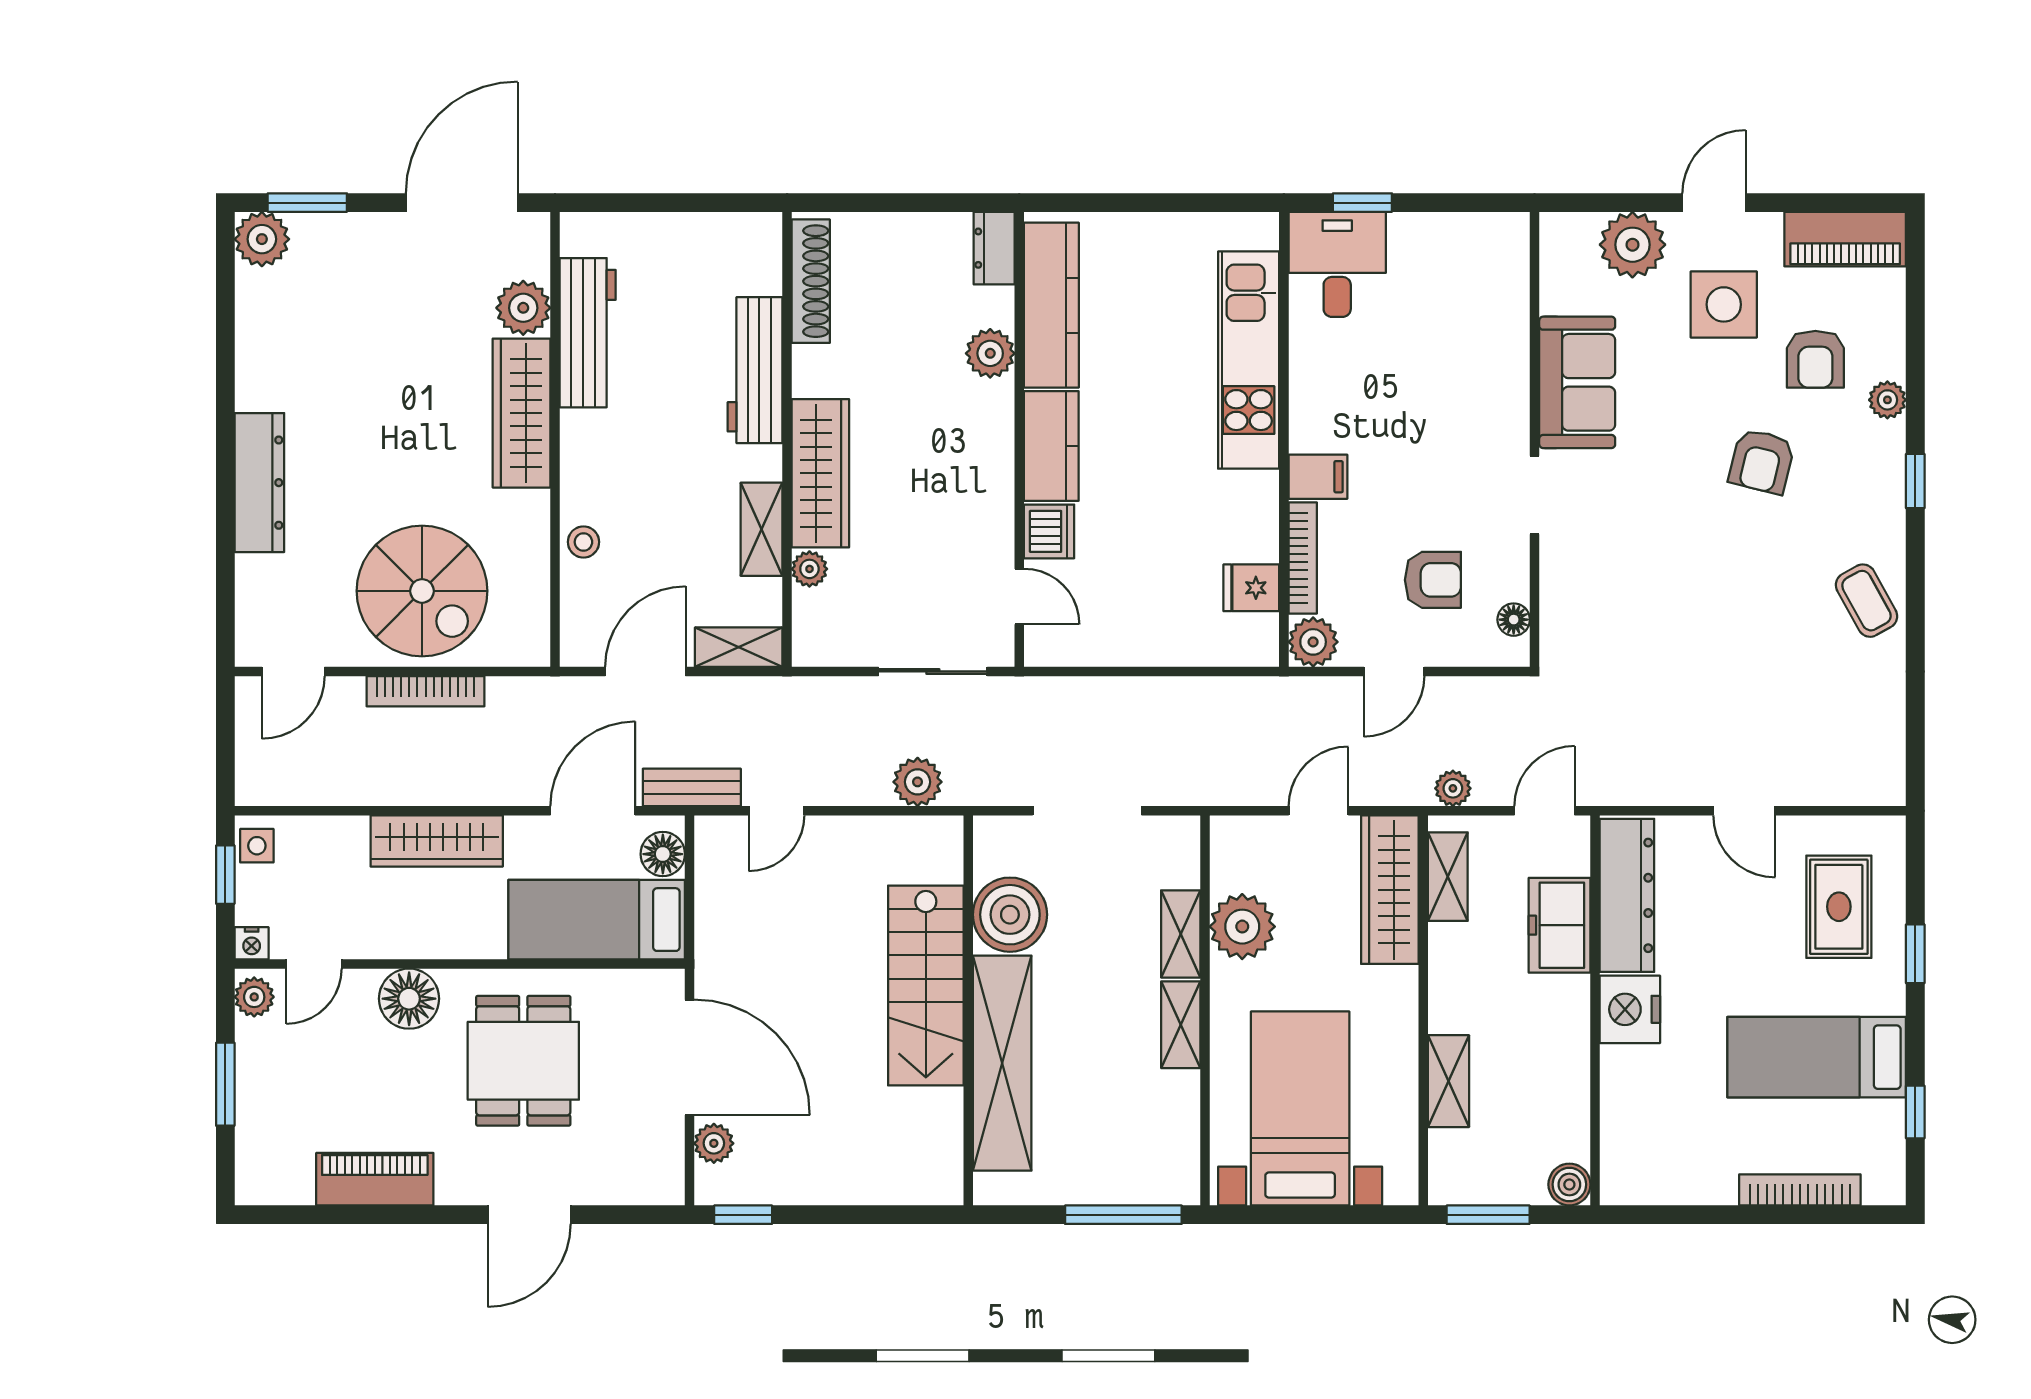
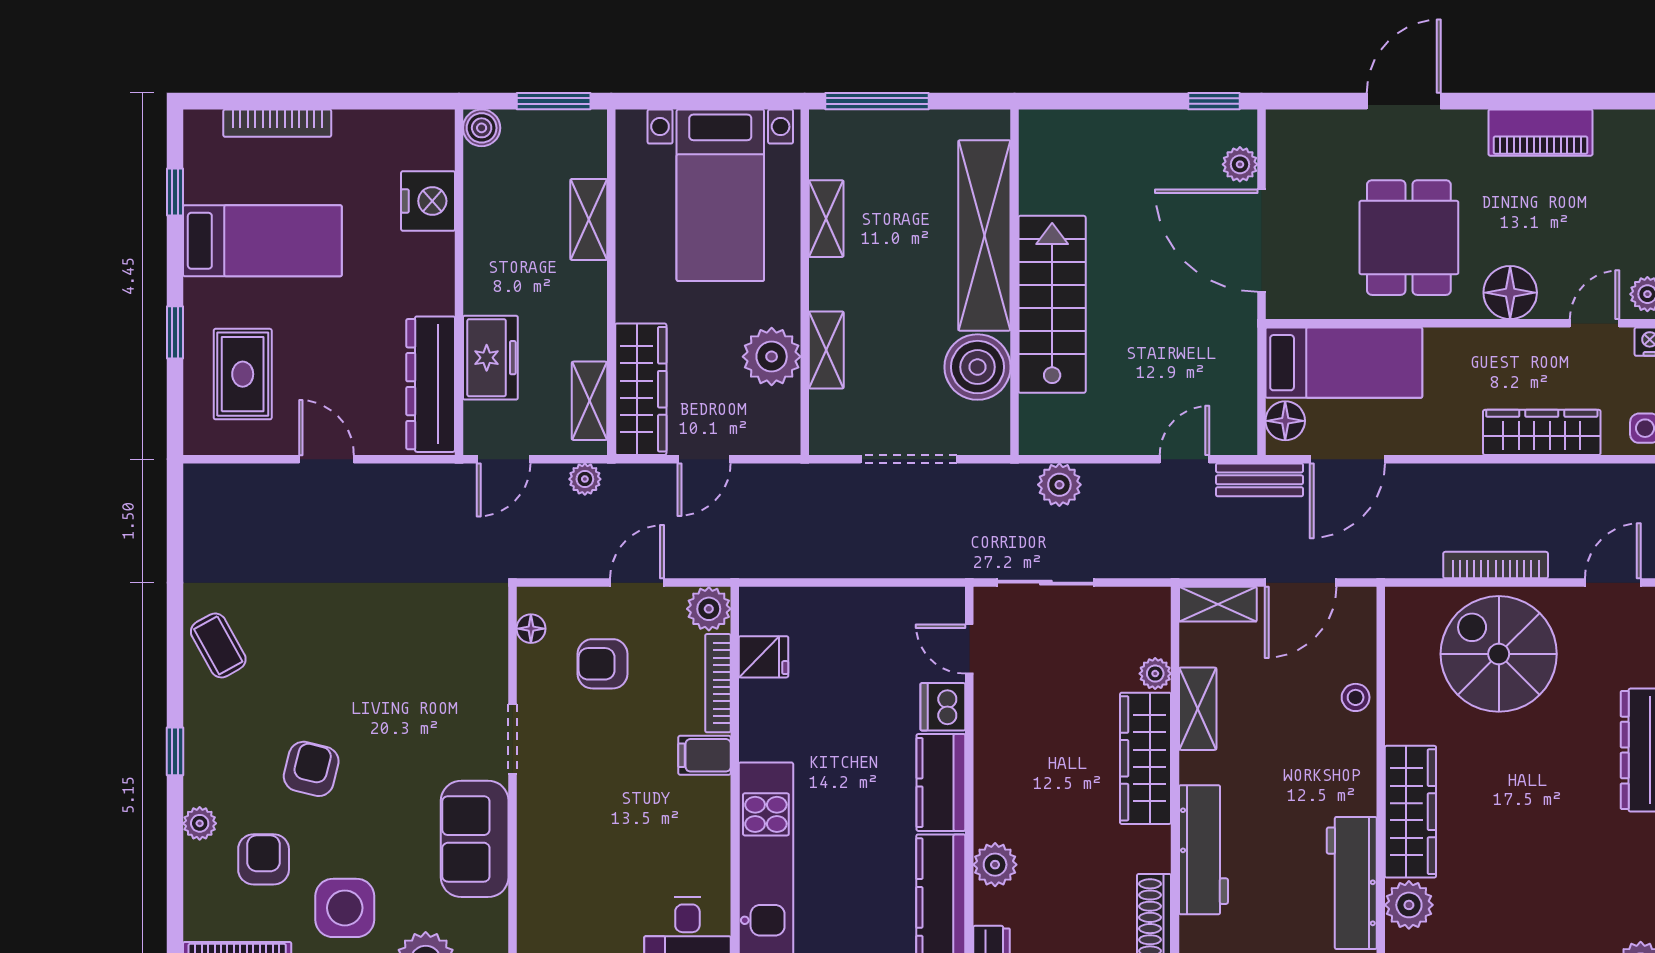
wardrobe: (437, 841) -> (1542, 432), moved
nightstand: (1630, 1009) -> (428, 201), moved
shelving: (1181, 1025) -> (826, 219), moved

